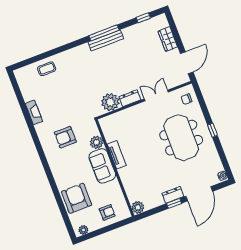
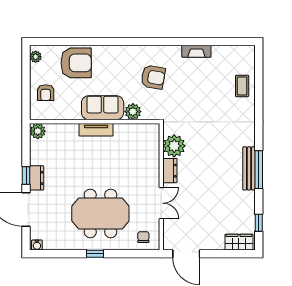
wardrobe: (168, 39) -> (239, 242), moved
armchair: (65, 137) -> (153, 77), turned 100
tv unit: (117, 155) -> (96, 130), moved

